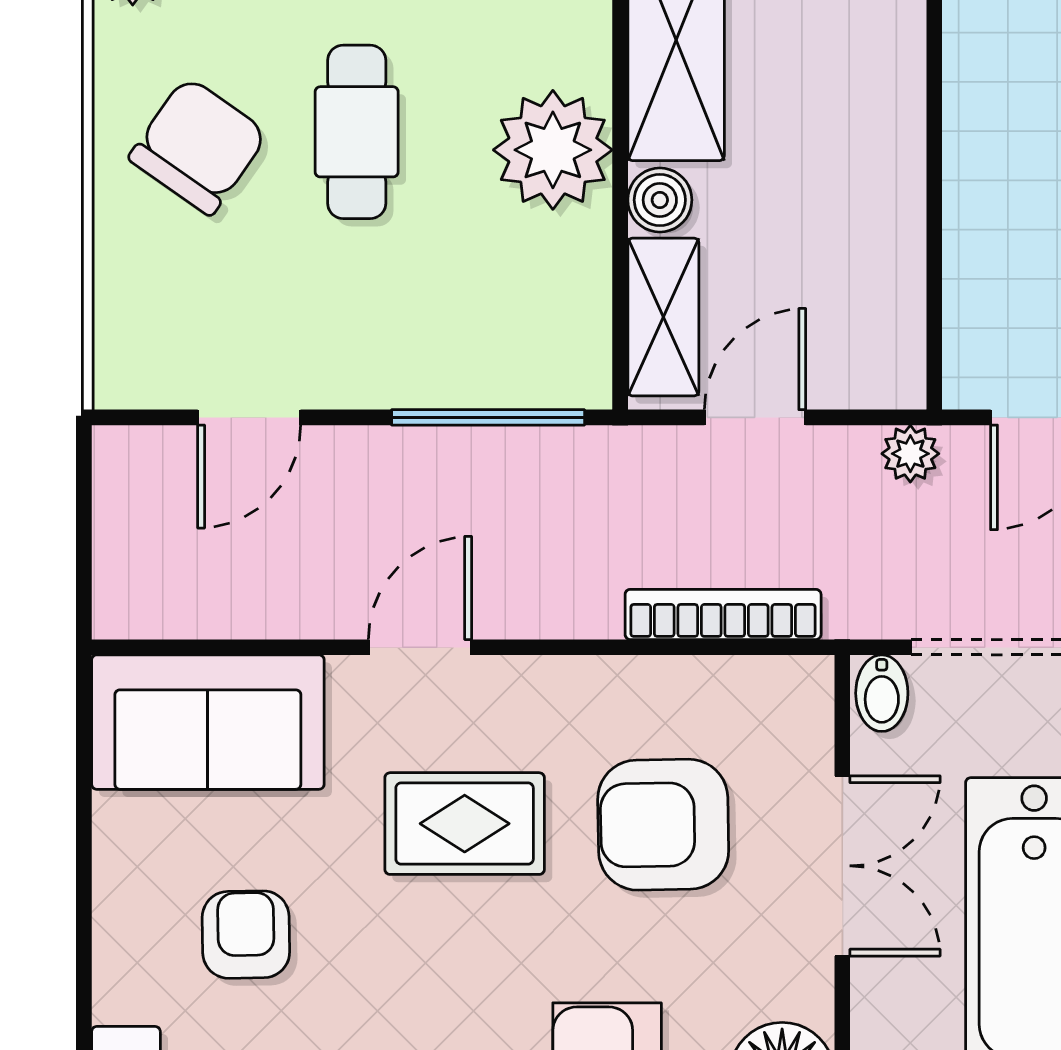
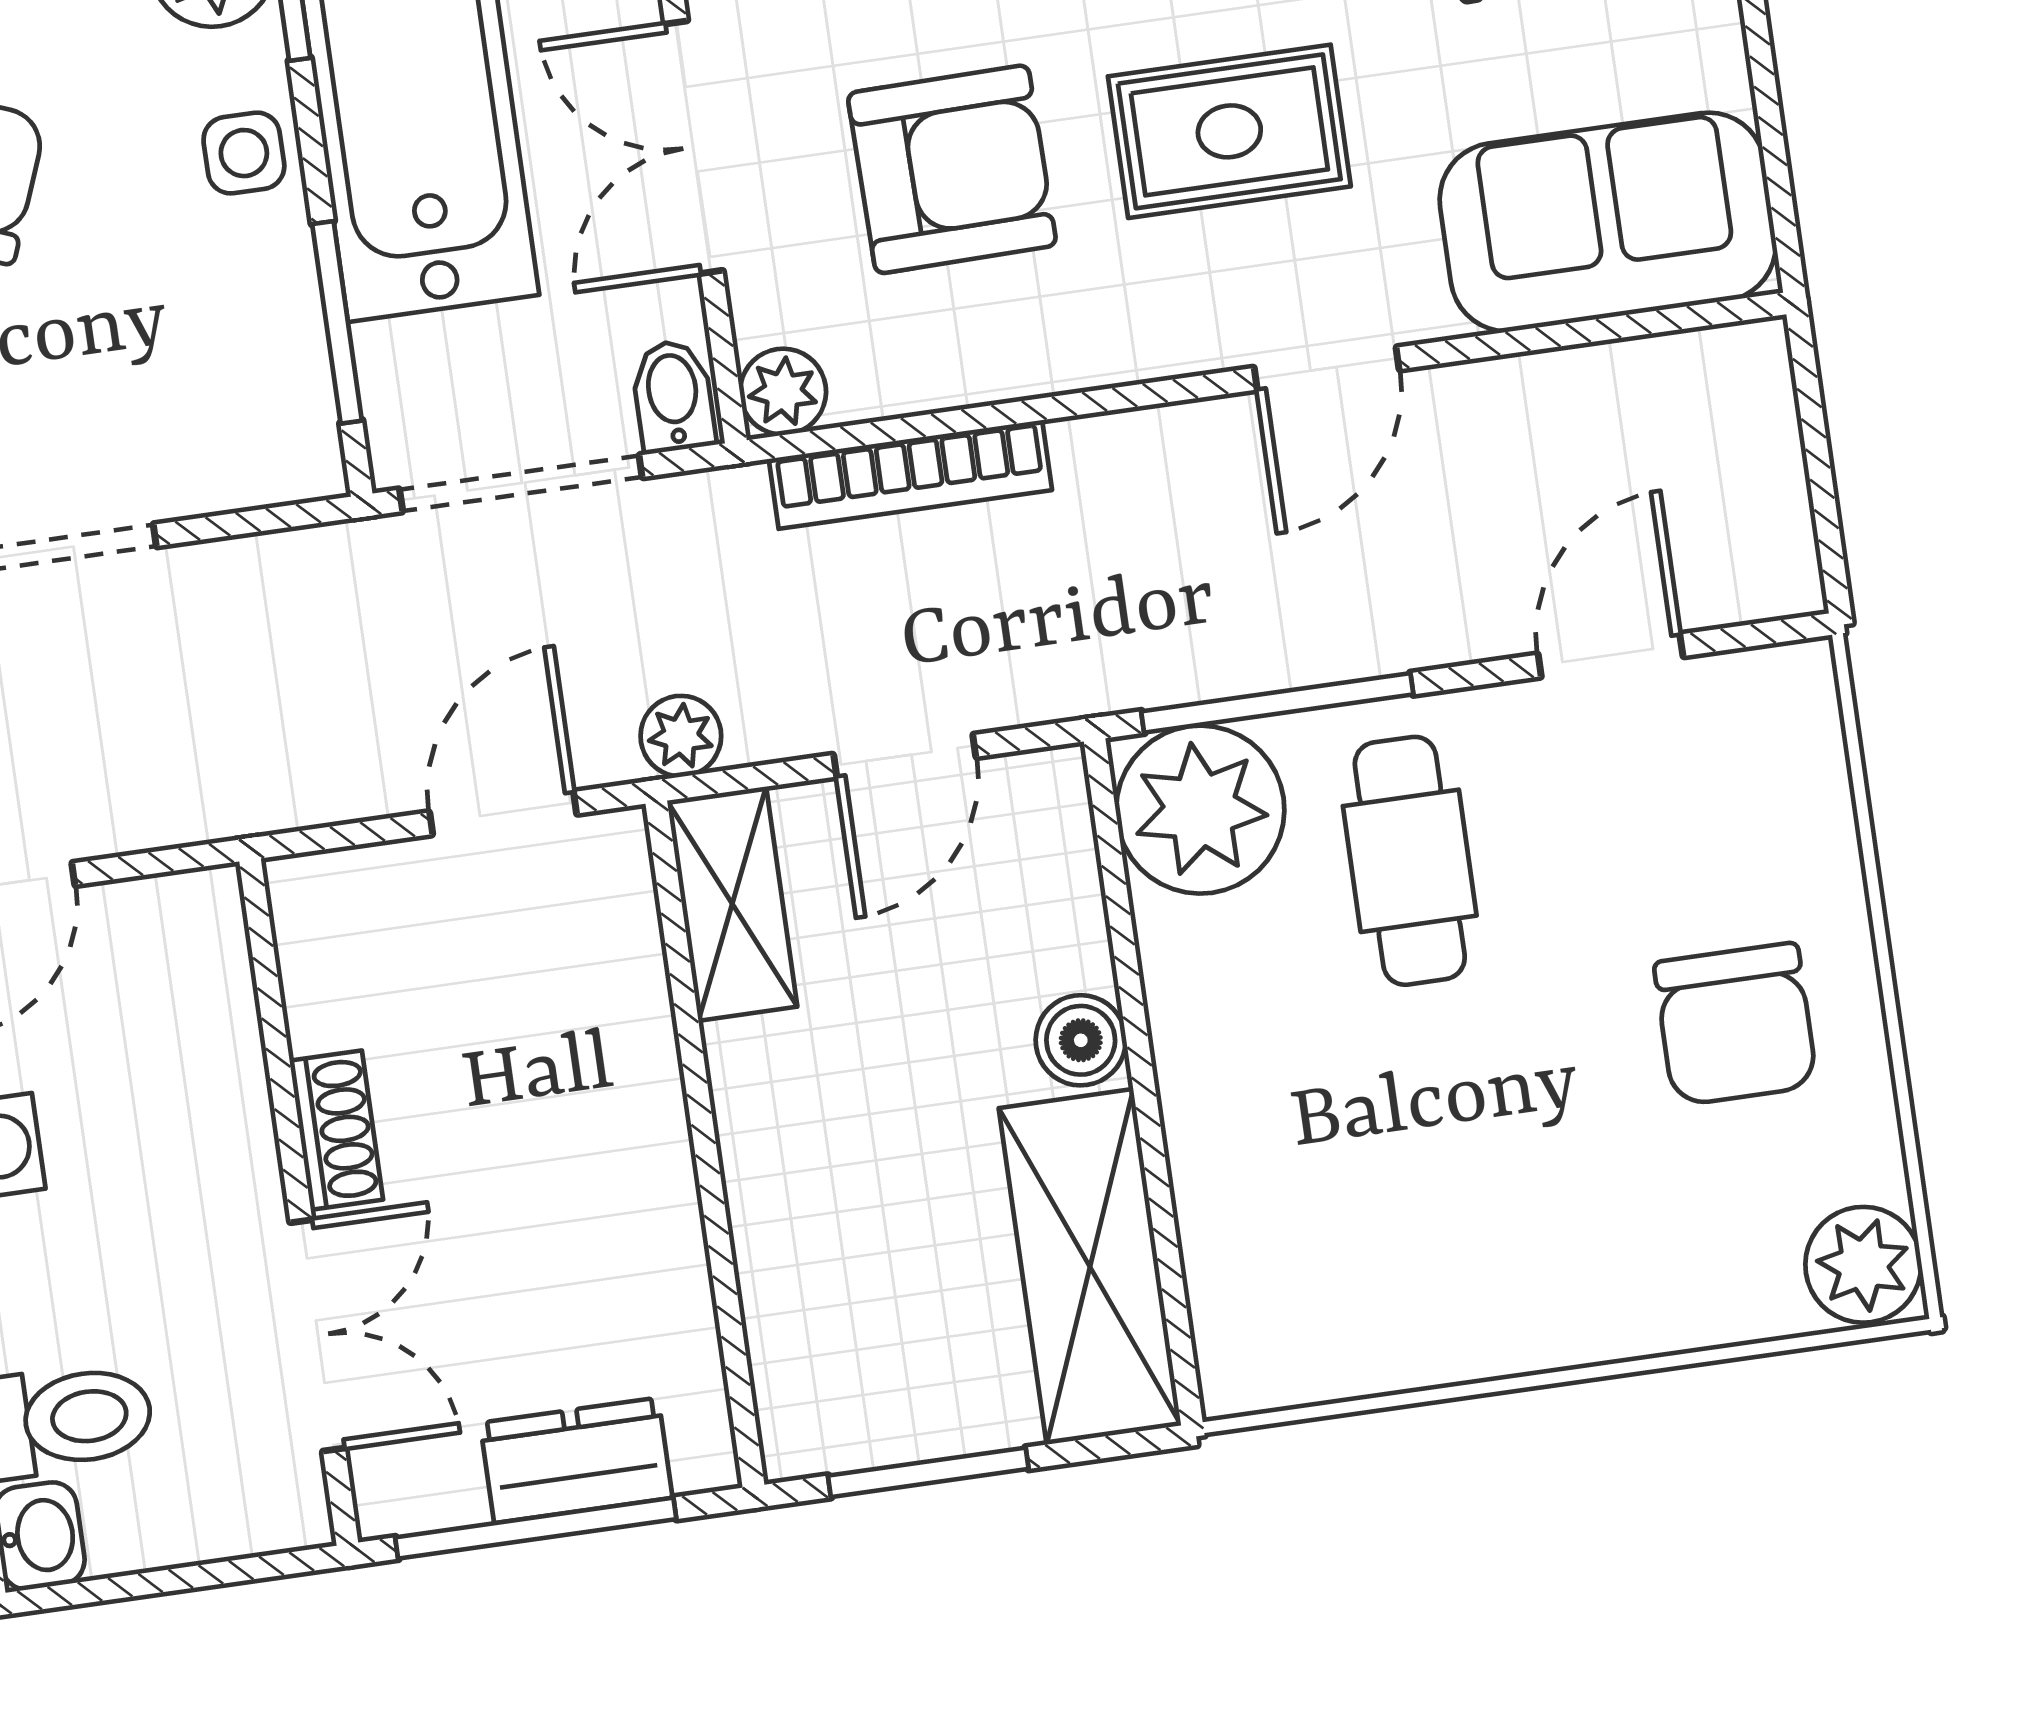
cafe table: (357, 132) -> (1410, 861), moved
chair: (198, 146) -> (1736, 1024), turned -35
plant: (553, 150) -> (1200, 810), moved
shelving: (663, 317) -> (732, 904), moved
plant: (804, 685) -> (783, 392), added

